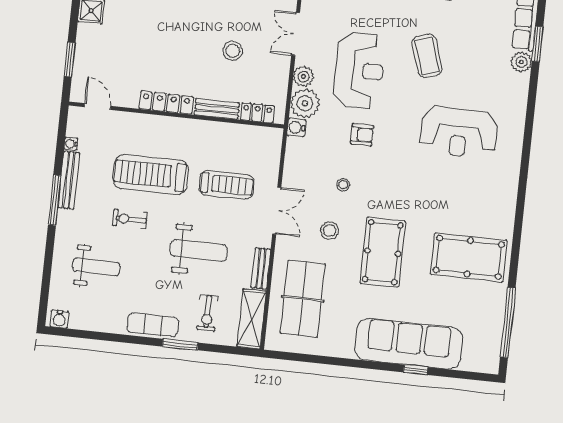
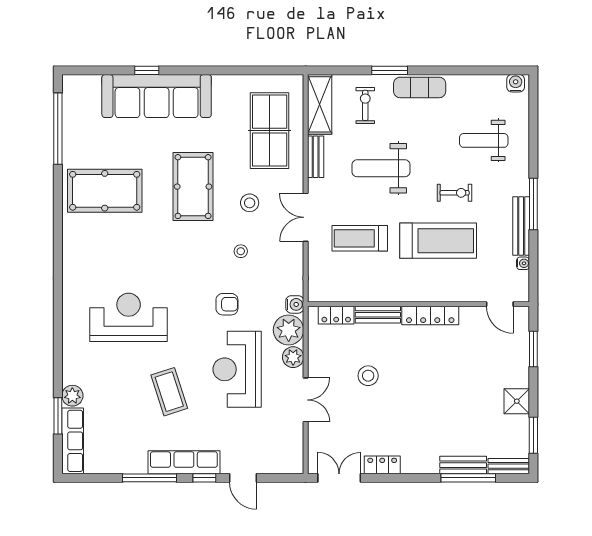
armchair: (362, 135) -> (227, 304), turned 180

